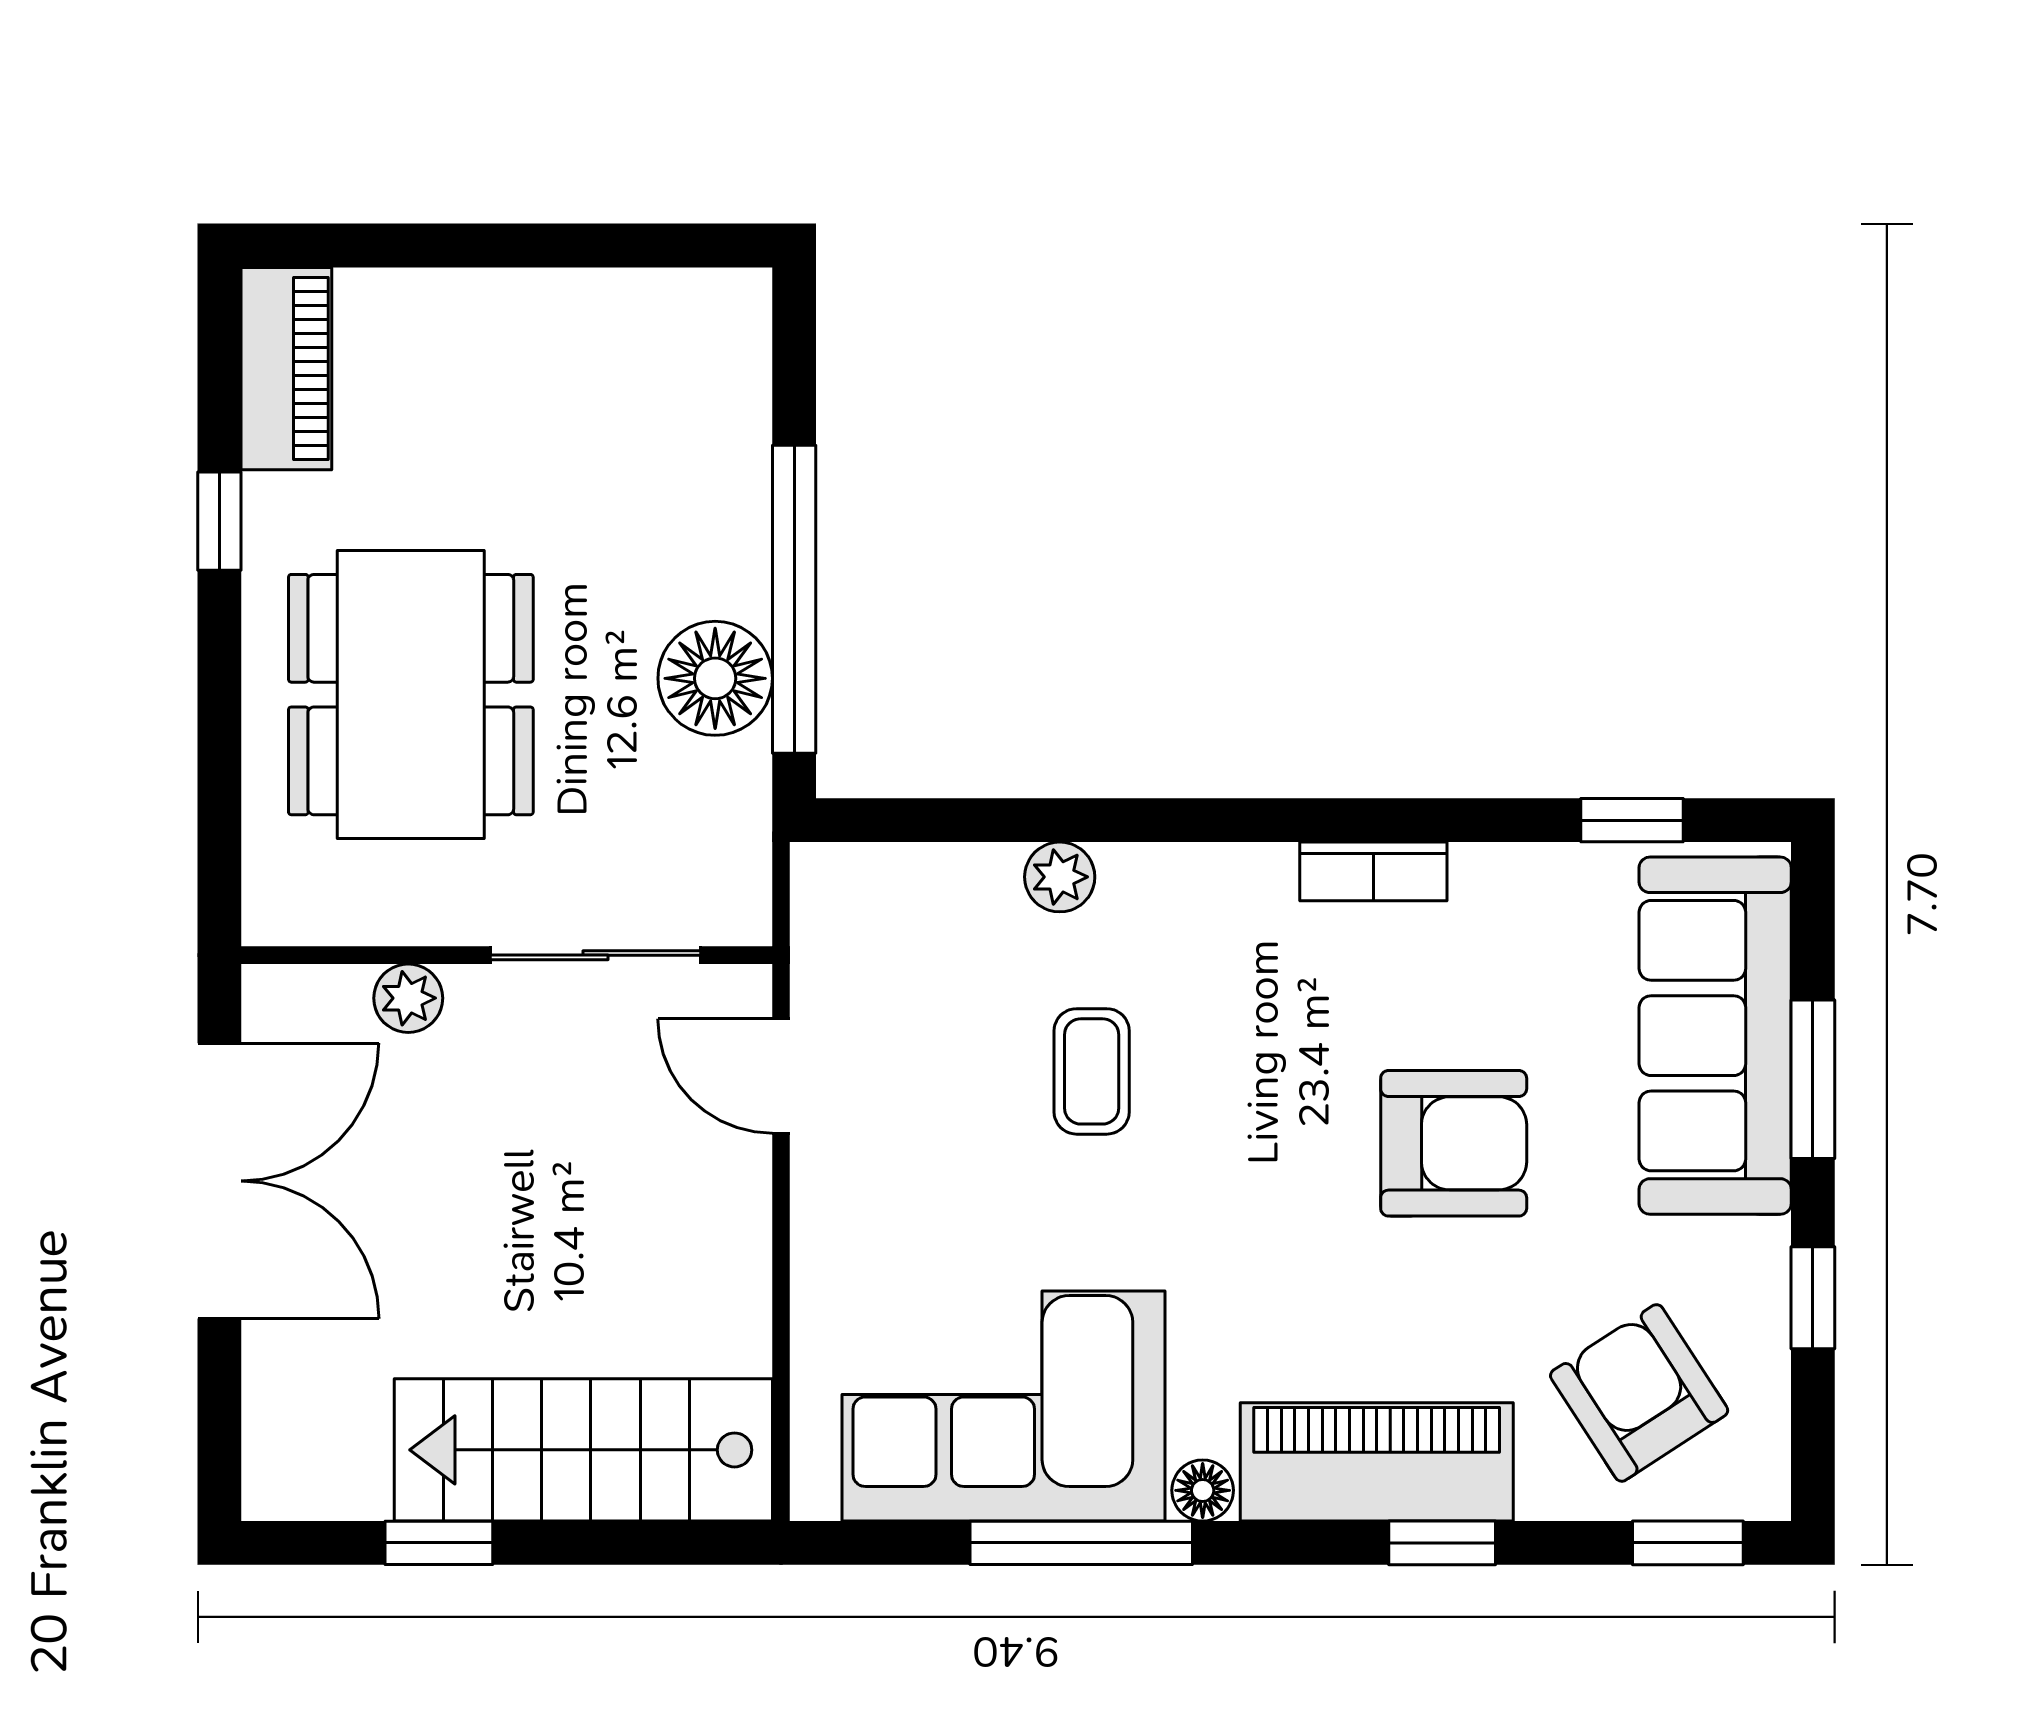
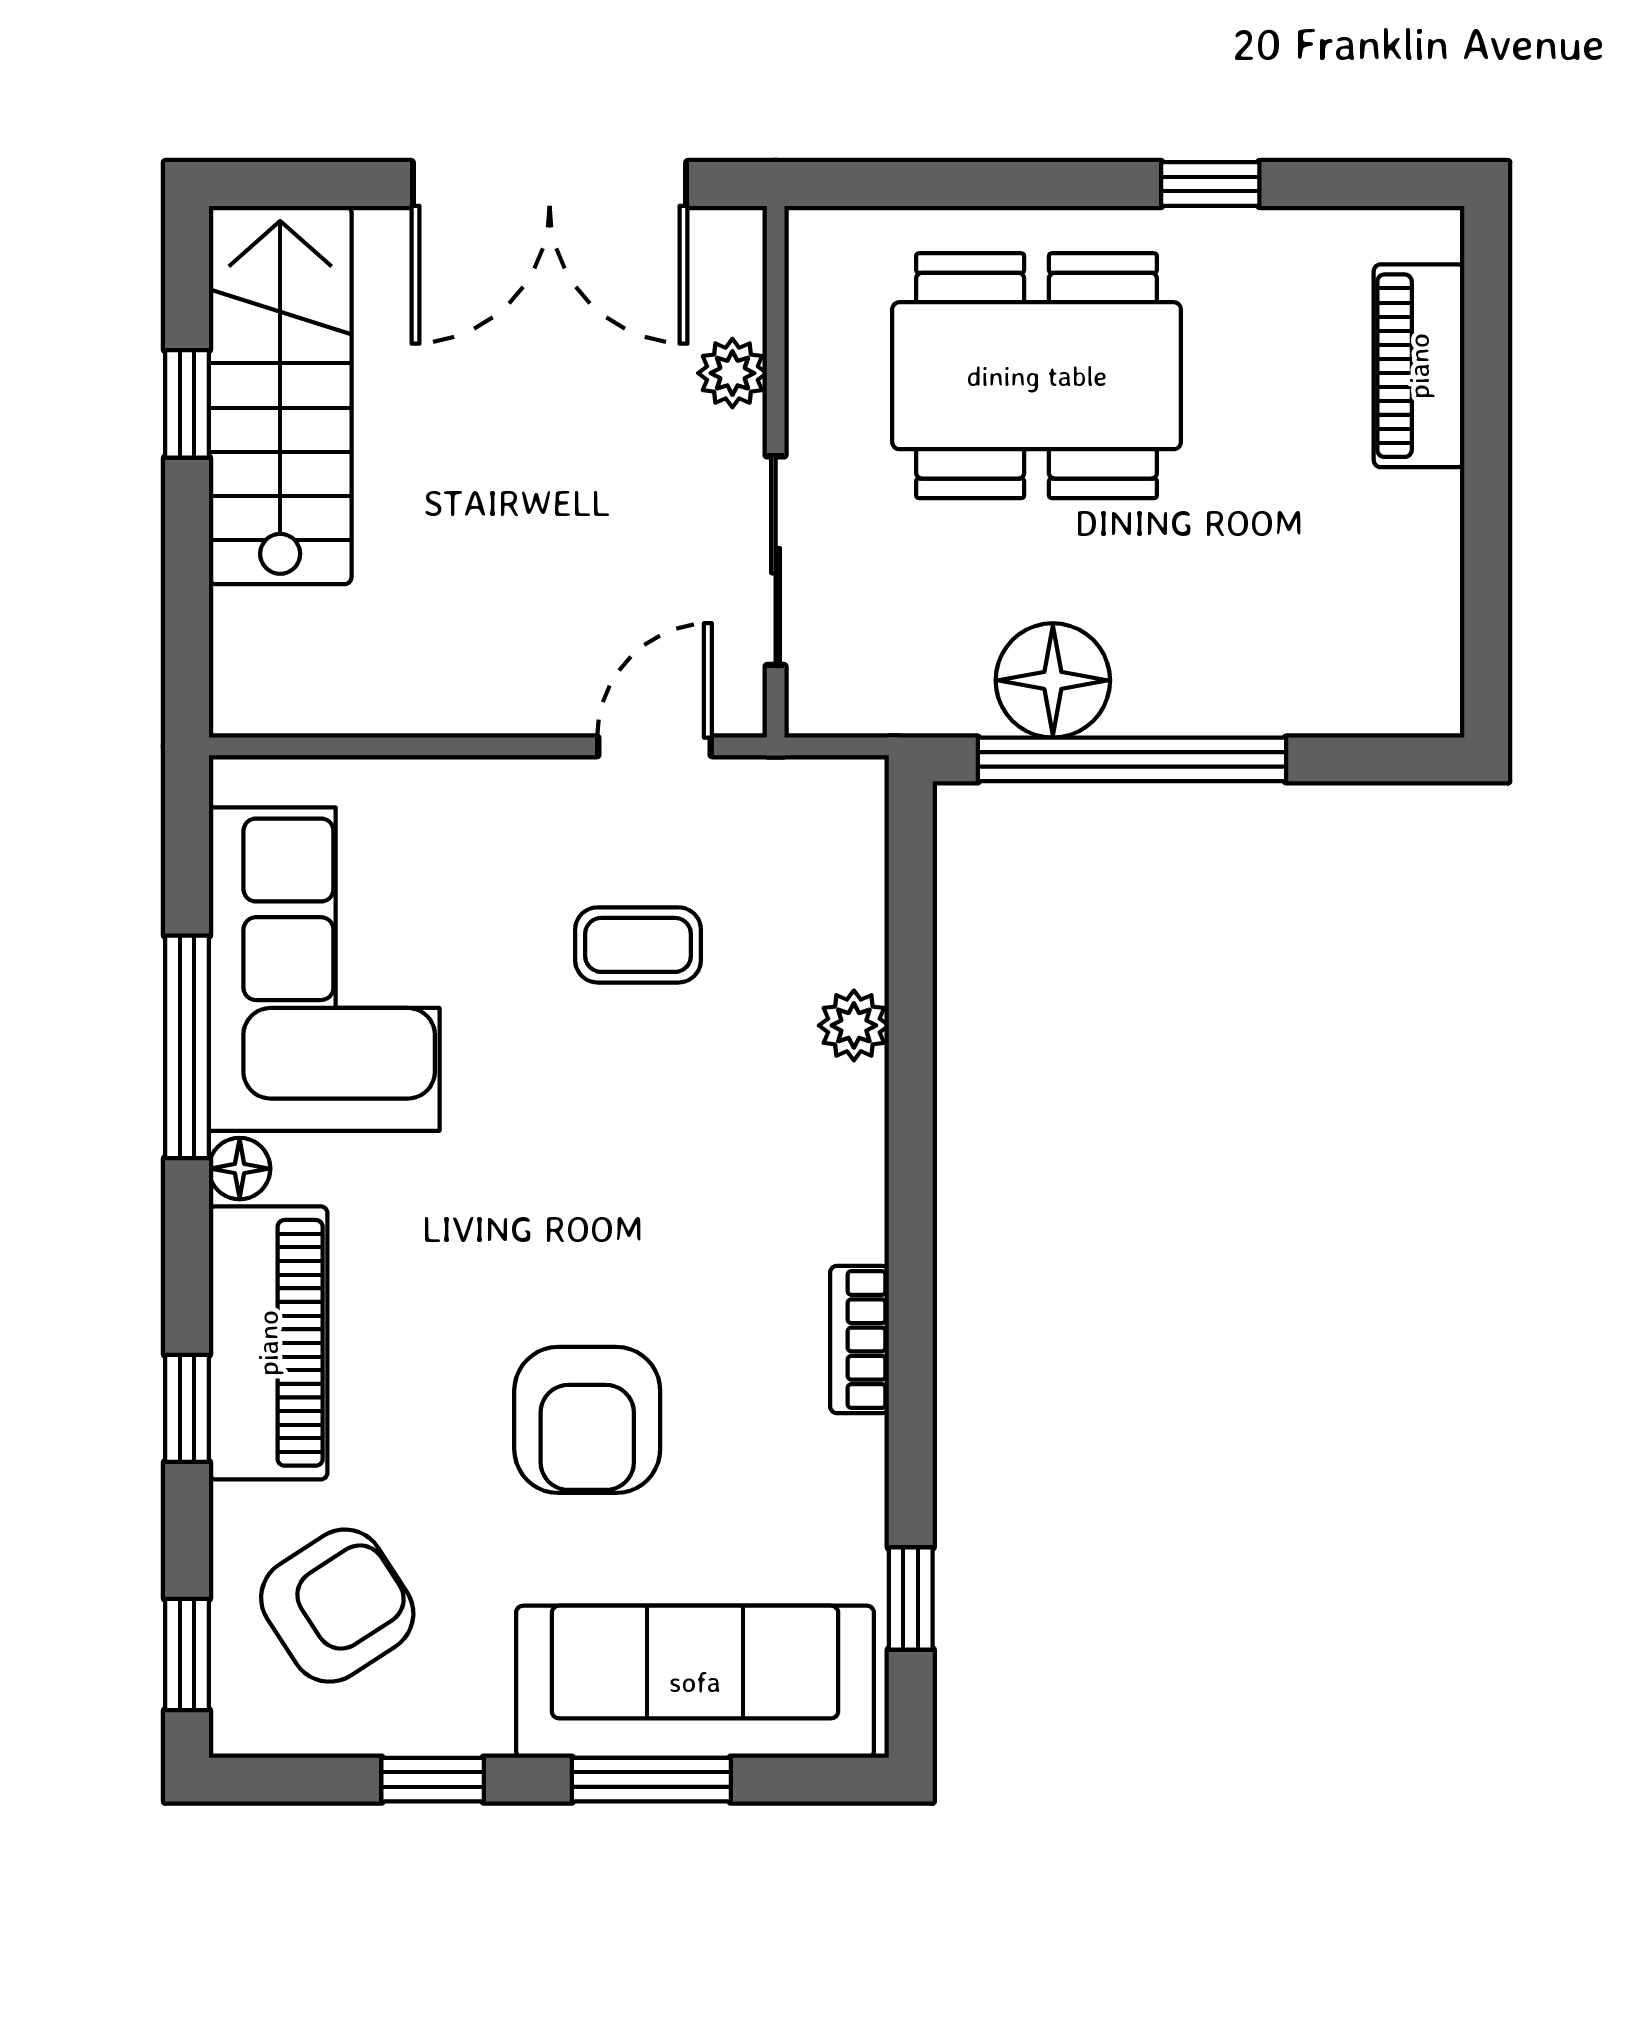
piano: (286, 369) -> (1419, 366), moved, turned 90
coffee table: (1092, 1071) -> (638, 945), moved
stairs: (583, 1450) -> (280, 395), moved

